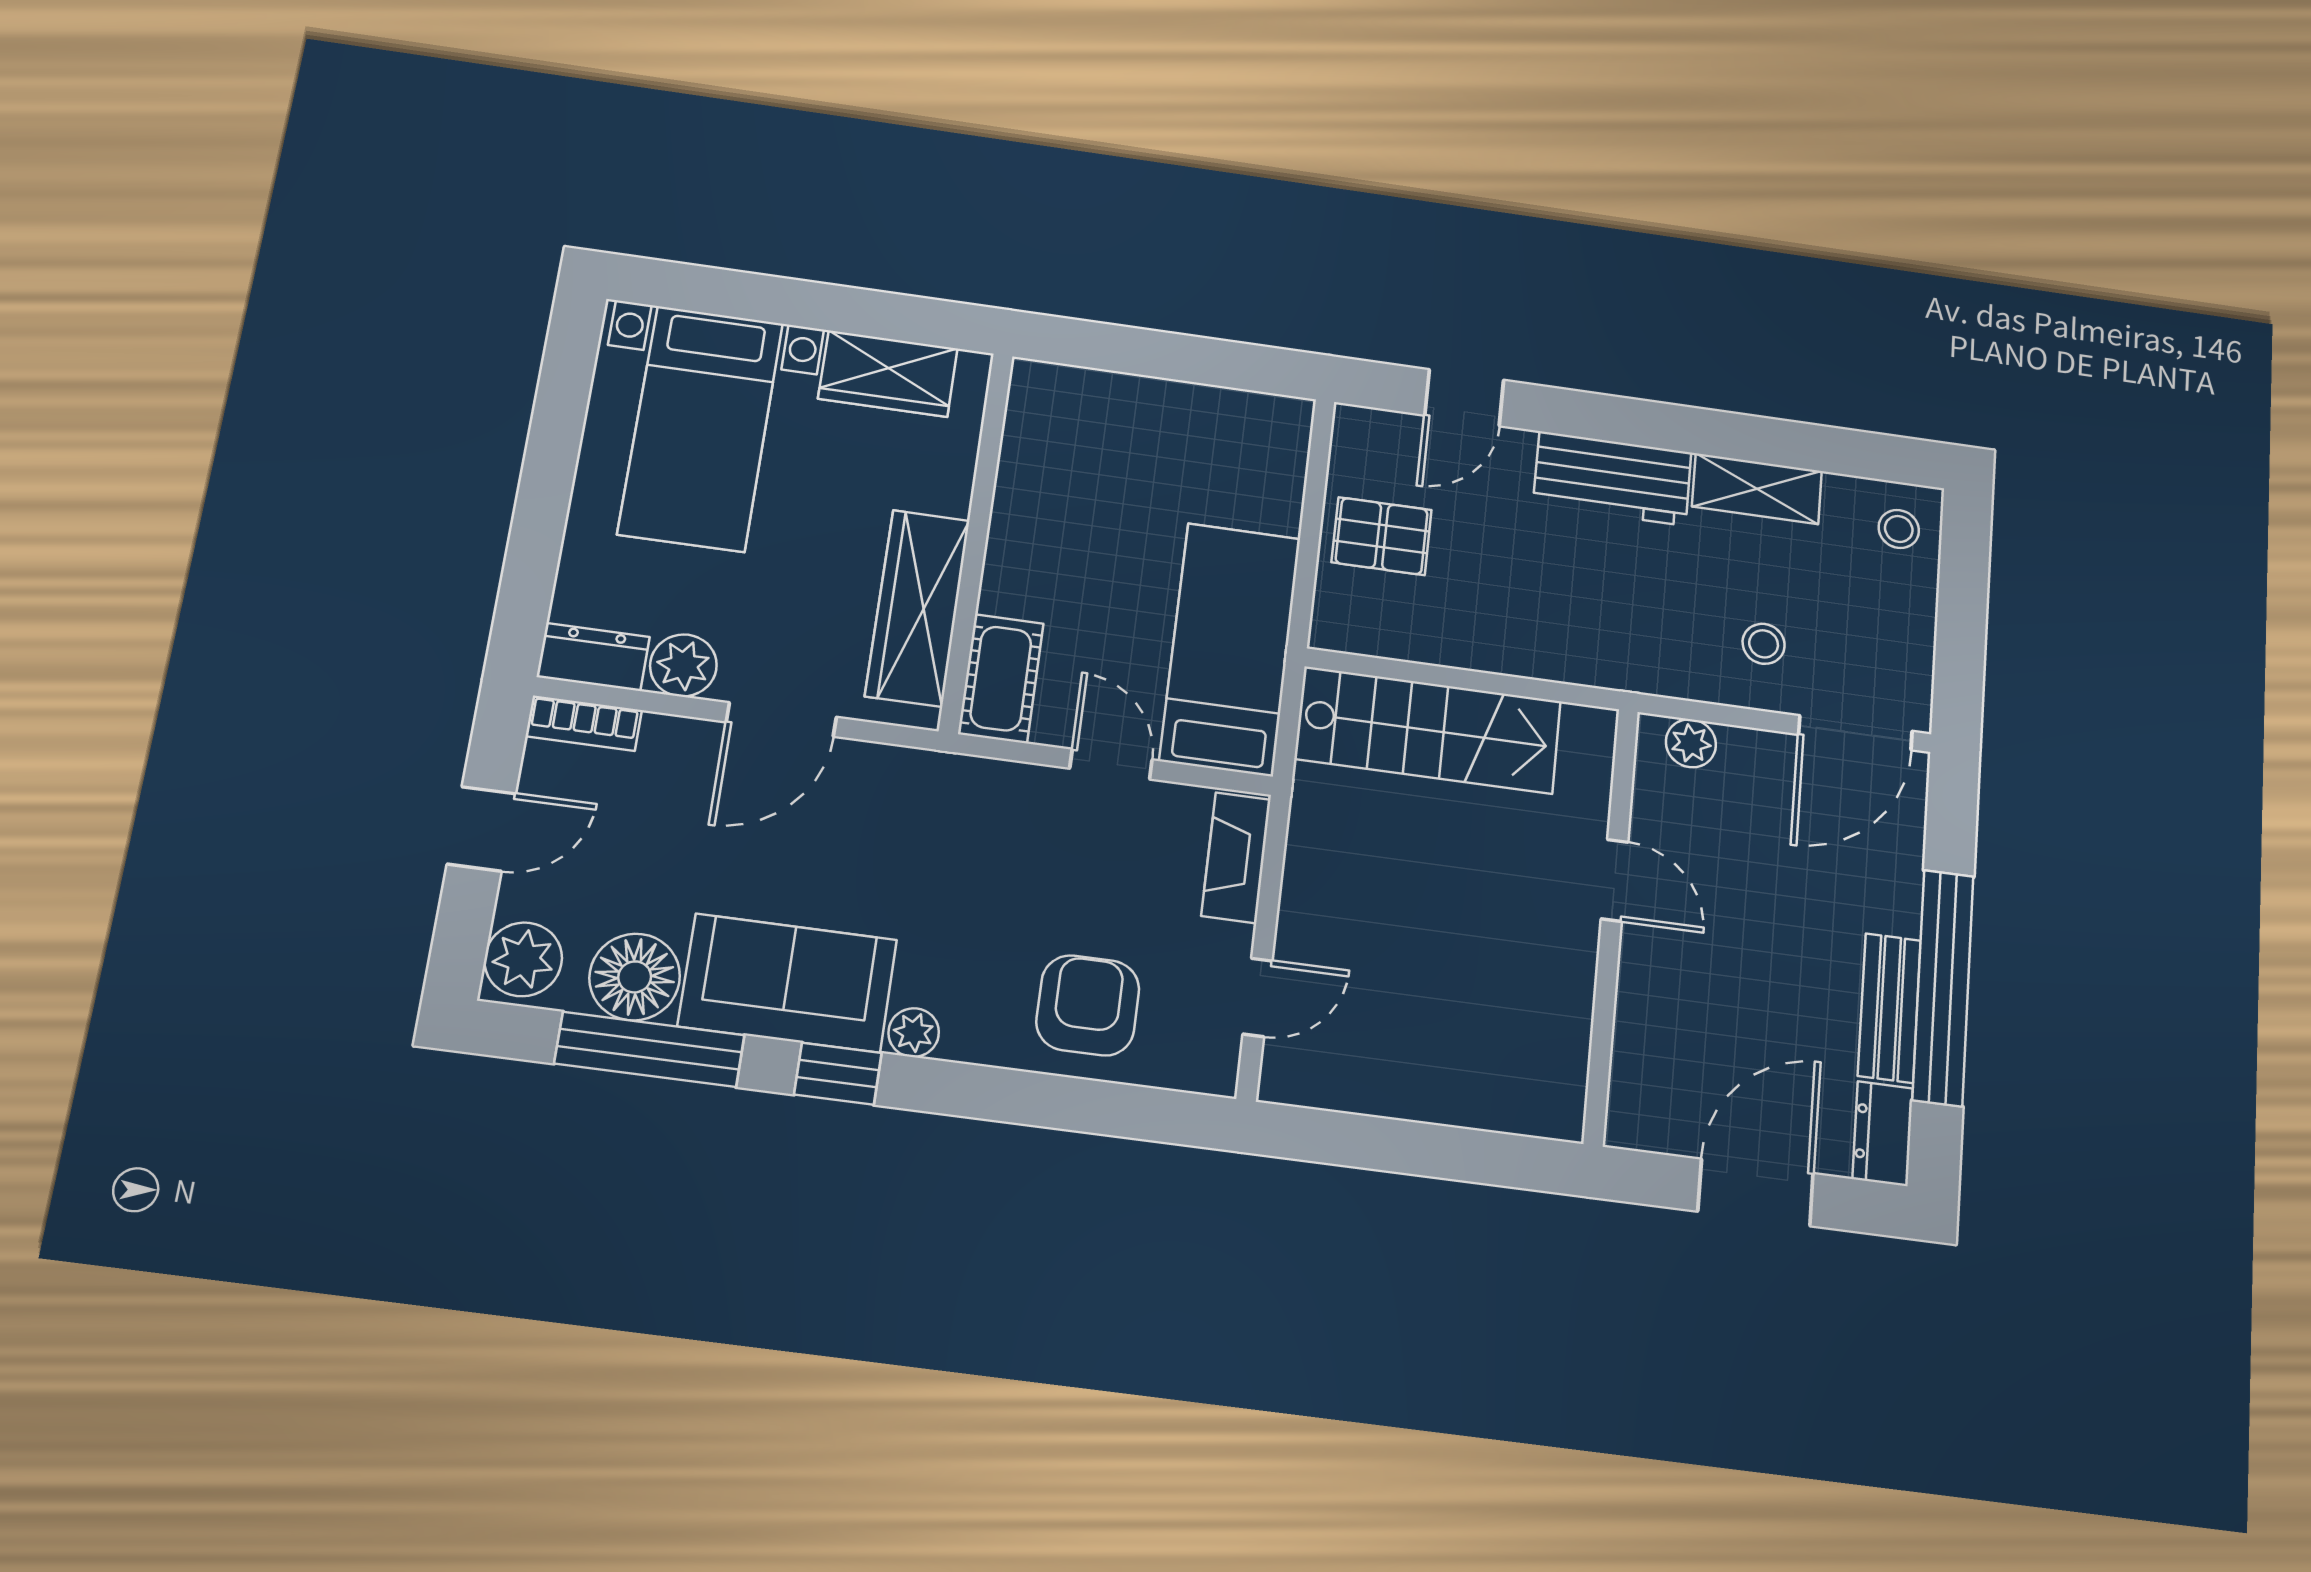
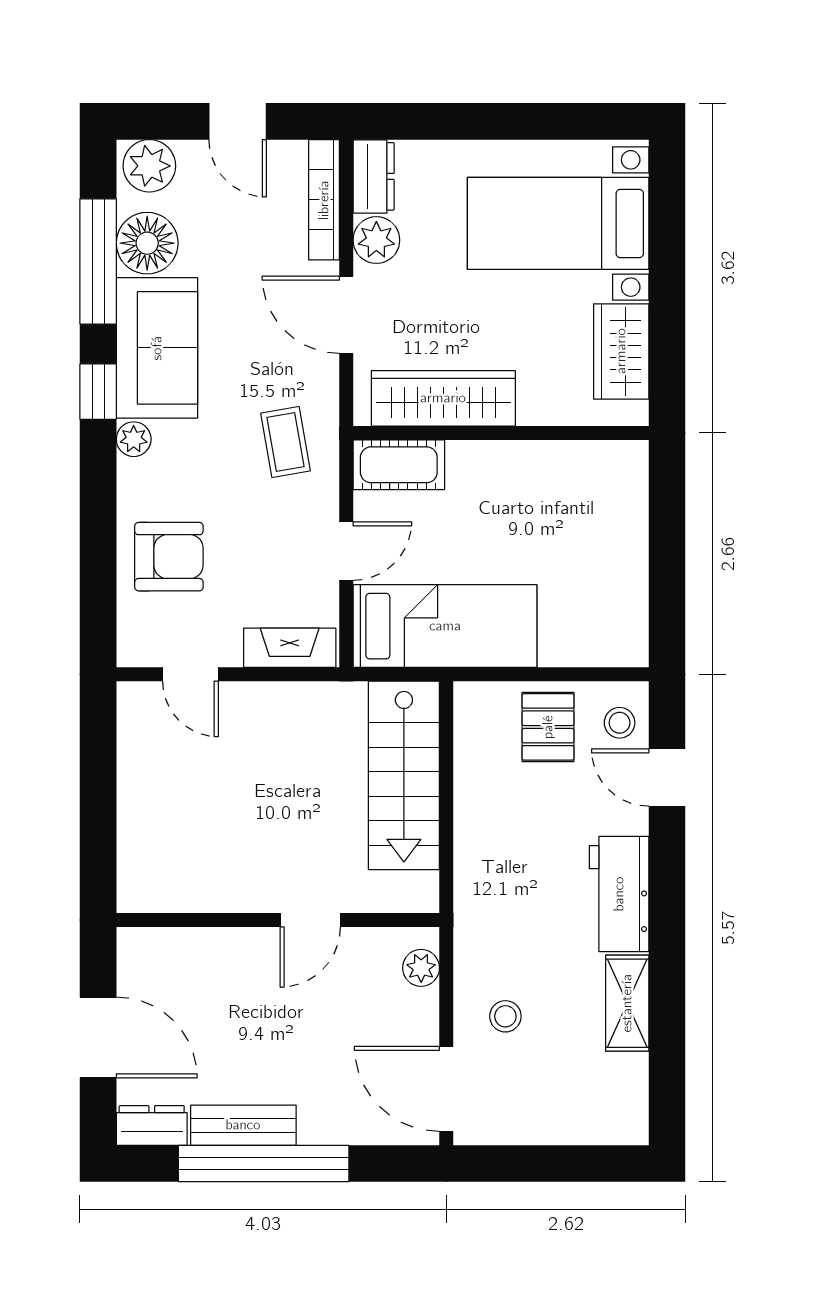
stool: (1899, 529) -> (620, 723), moved
bookcase: (584, 723) -> (324, 200), width x1.56
coffee table: (948, 825) -> (285, 442), added

